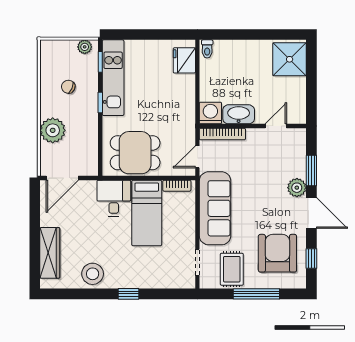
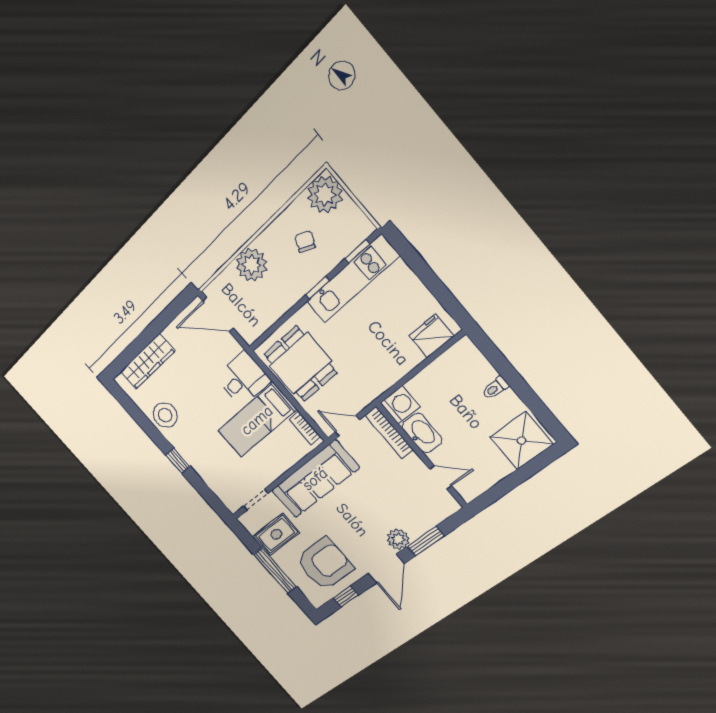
plant: (85, 47) -> (325, 195), moved, width x1.87, depth x1.87
toilet: (207, 49) -> (495, 388), moved

